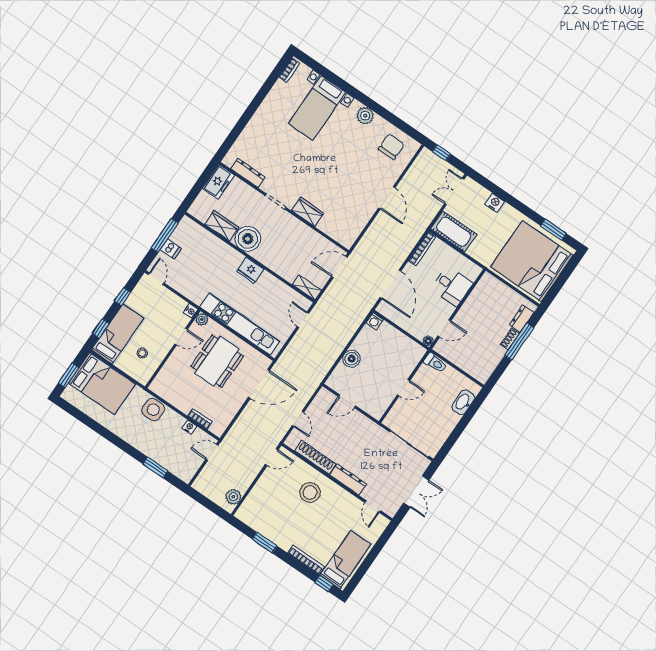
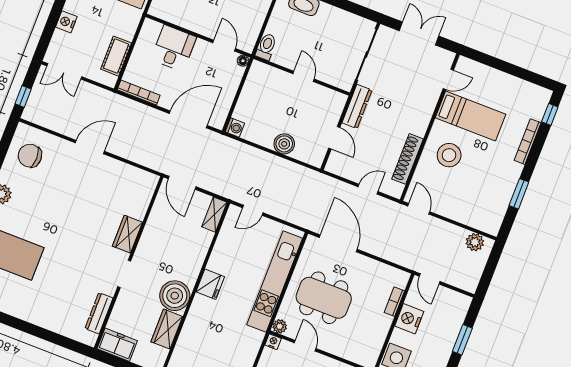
cot: (454, 232) -> (116, 56), width x0.73, depth x0.75
nightstand: (189, 427) -> (409, 319), width x1.89, depth x1.79
dresser: (348, 479) -> (357, 106), moved, turned 180
bed: (345, 560) -> (470, 116), moved, turned 180

